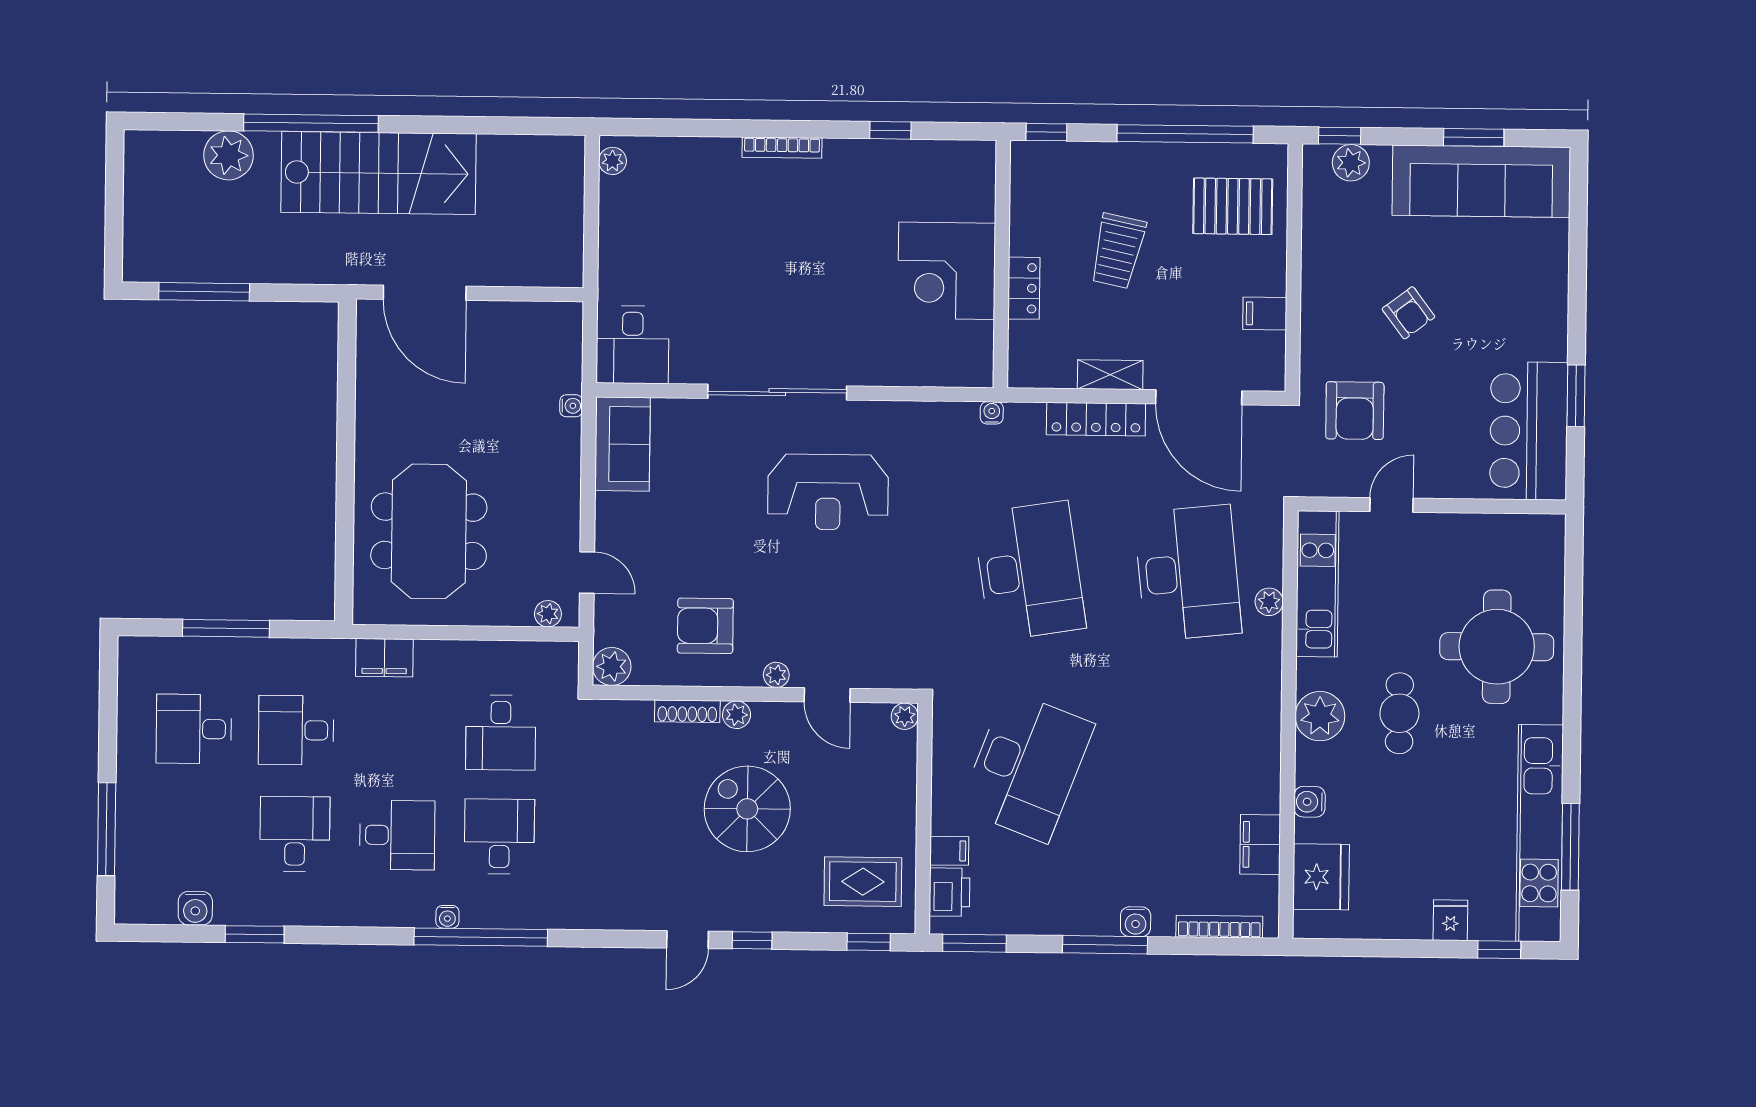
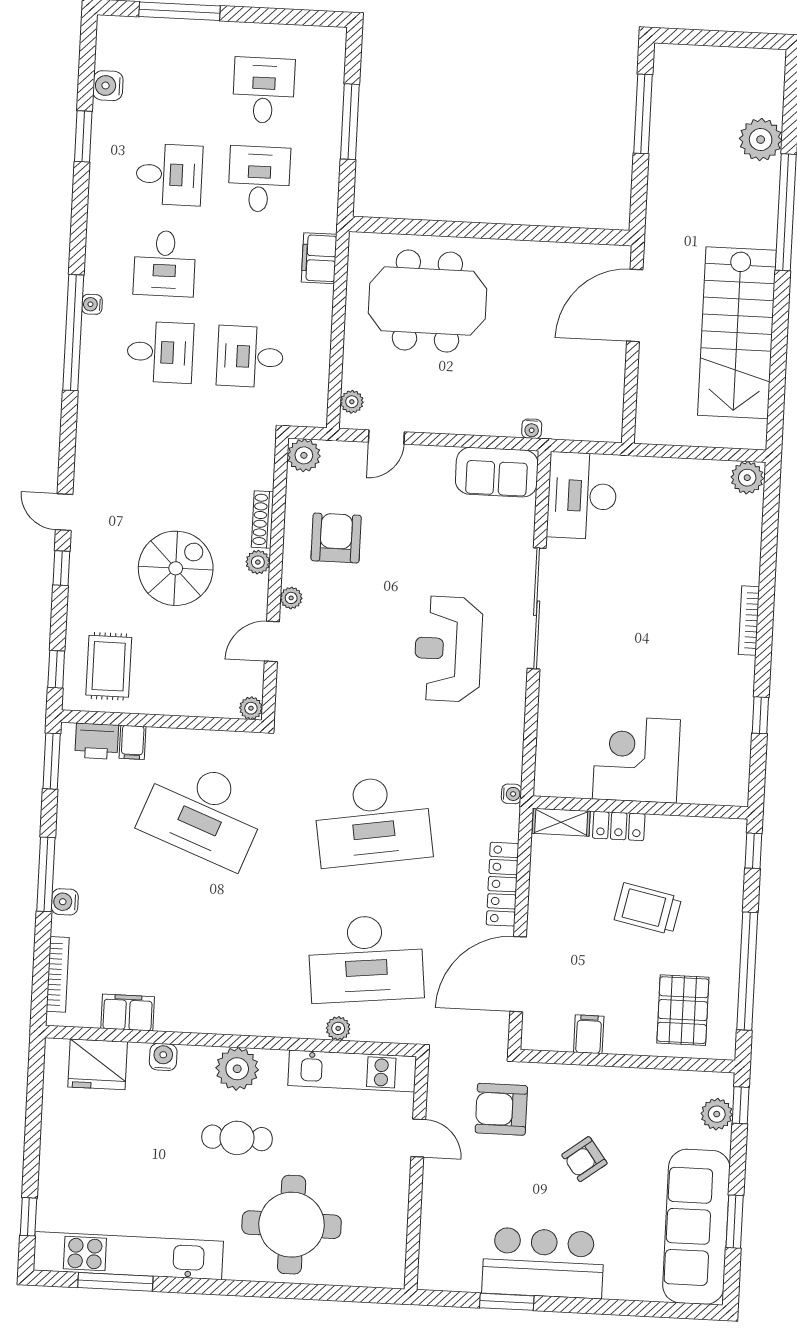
plant: (613, 161) -> (747, 478), width x1.38, depth x1.38
stairs: (378, 173) -> (737, 333), moved
desk: (633, 345) -> (582, 496), width x1.37
shelving: (1110, 375) -> (561, 822), moved, turned 90
bar counter: (1529, 431) -> (543, 1263), moved
fridge: (1450, 920) -> (56, 1175), removed

